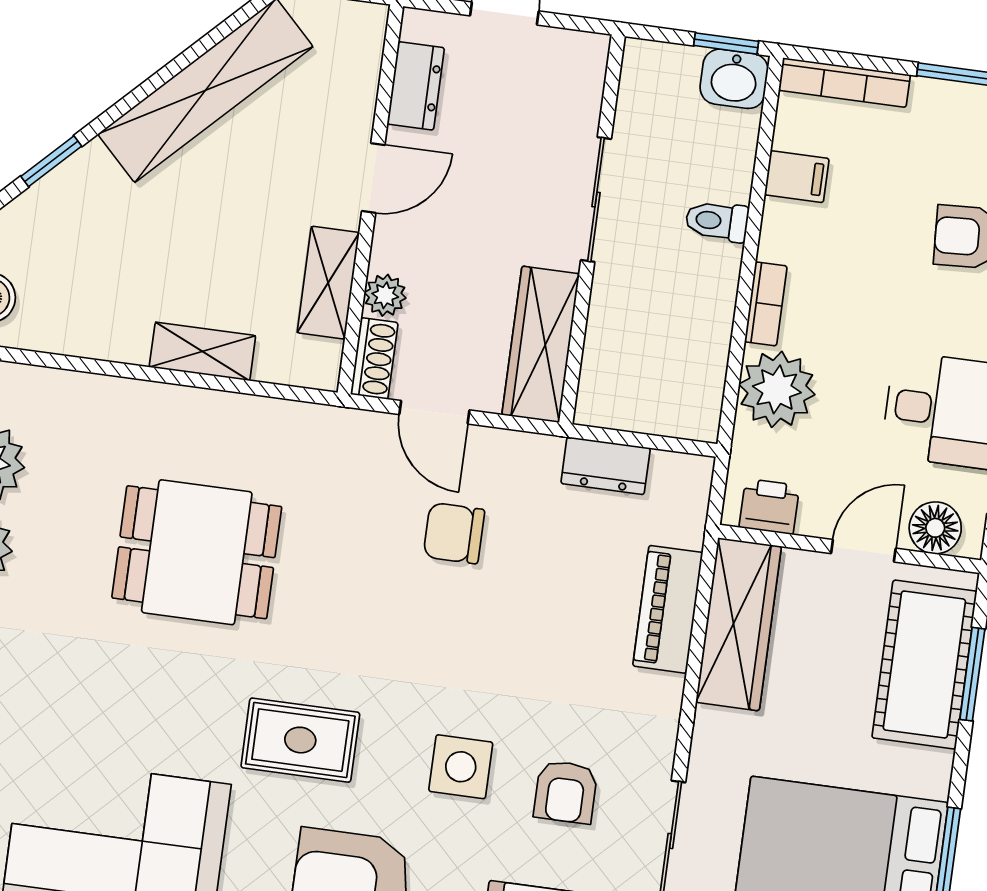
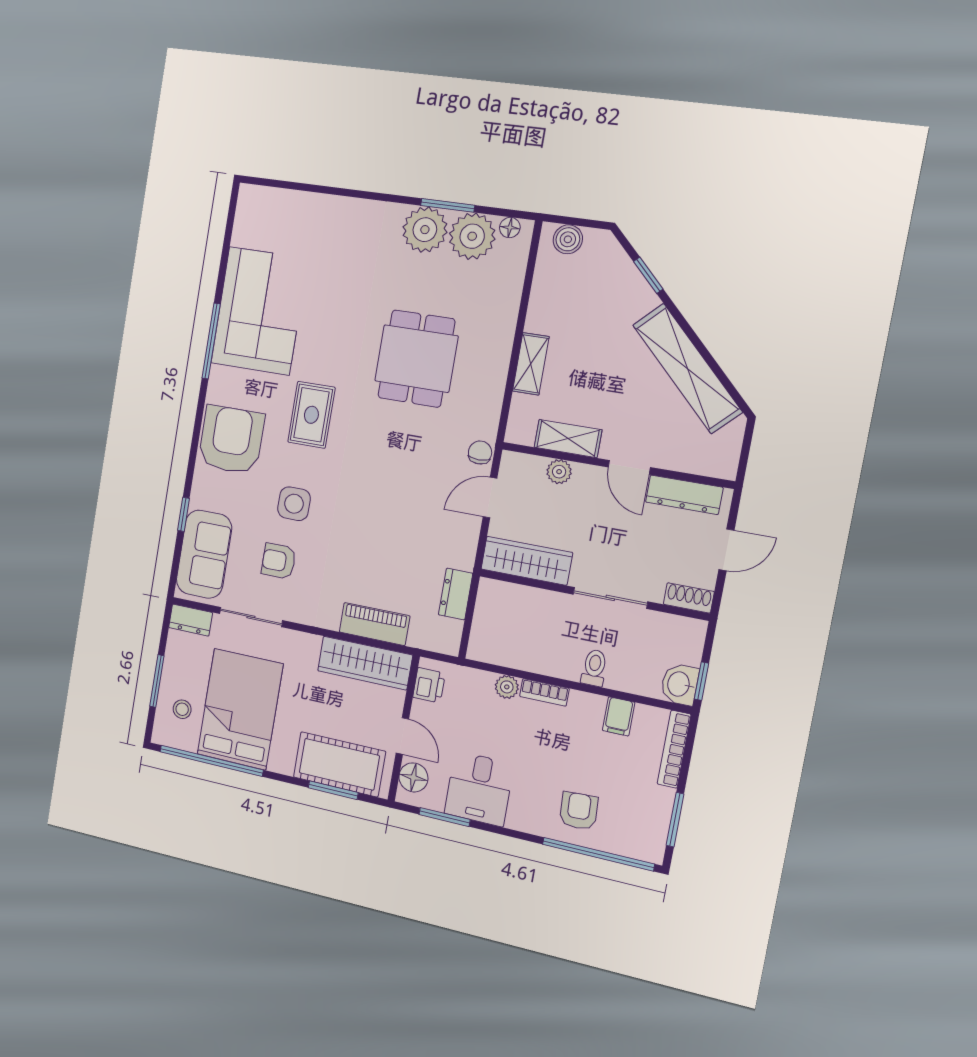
dresser: (416, 86) -> (684, 495), width x1.44
shoe rack: (374, 359) -> (689, 598), moved, turned 180
plant: (777, 389) -> (507, 687), width x0.53, depth x0.53
chair: (454, 533) -> (480, 453), moved, width x0.73, depth x0.73

